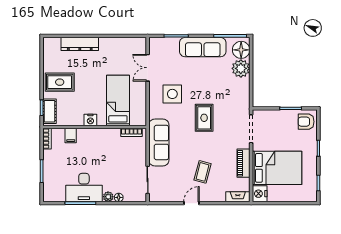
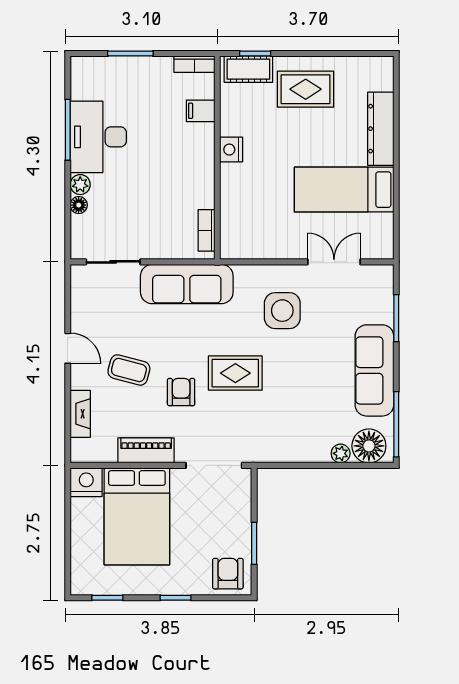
plant: (241, 68) -> (341, 453), width x0.53, depth x0.53
rug: (60, 82) -> (306, 89), turned 90
bed: (118, 100) -> (344, 190), moved, turned 180
armchair: (214, 145) -> (181, 392), added
fireplace: (238, 197) -> (80, 414), moved

